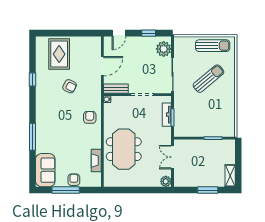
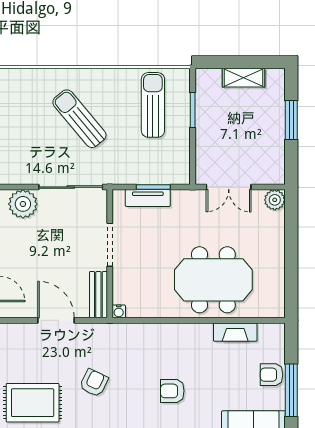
sun lounger: (213, 46) -> (153, 105), moved
armchair: (90, 117) -> (172, 391), moved
shelving: (230, 176) -> (243, 78), moved

